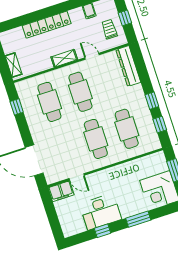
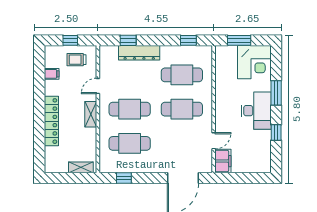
dresser: (128, 66) -> (139, 53), moved
window: (152, 101) -> (128, 40), moved
desk: (101, 212) -> (256, 111), moved

